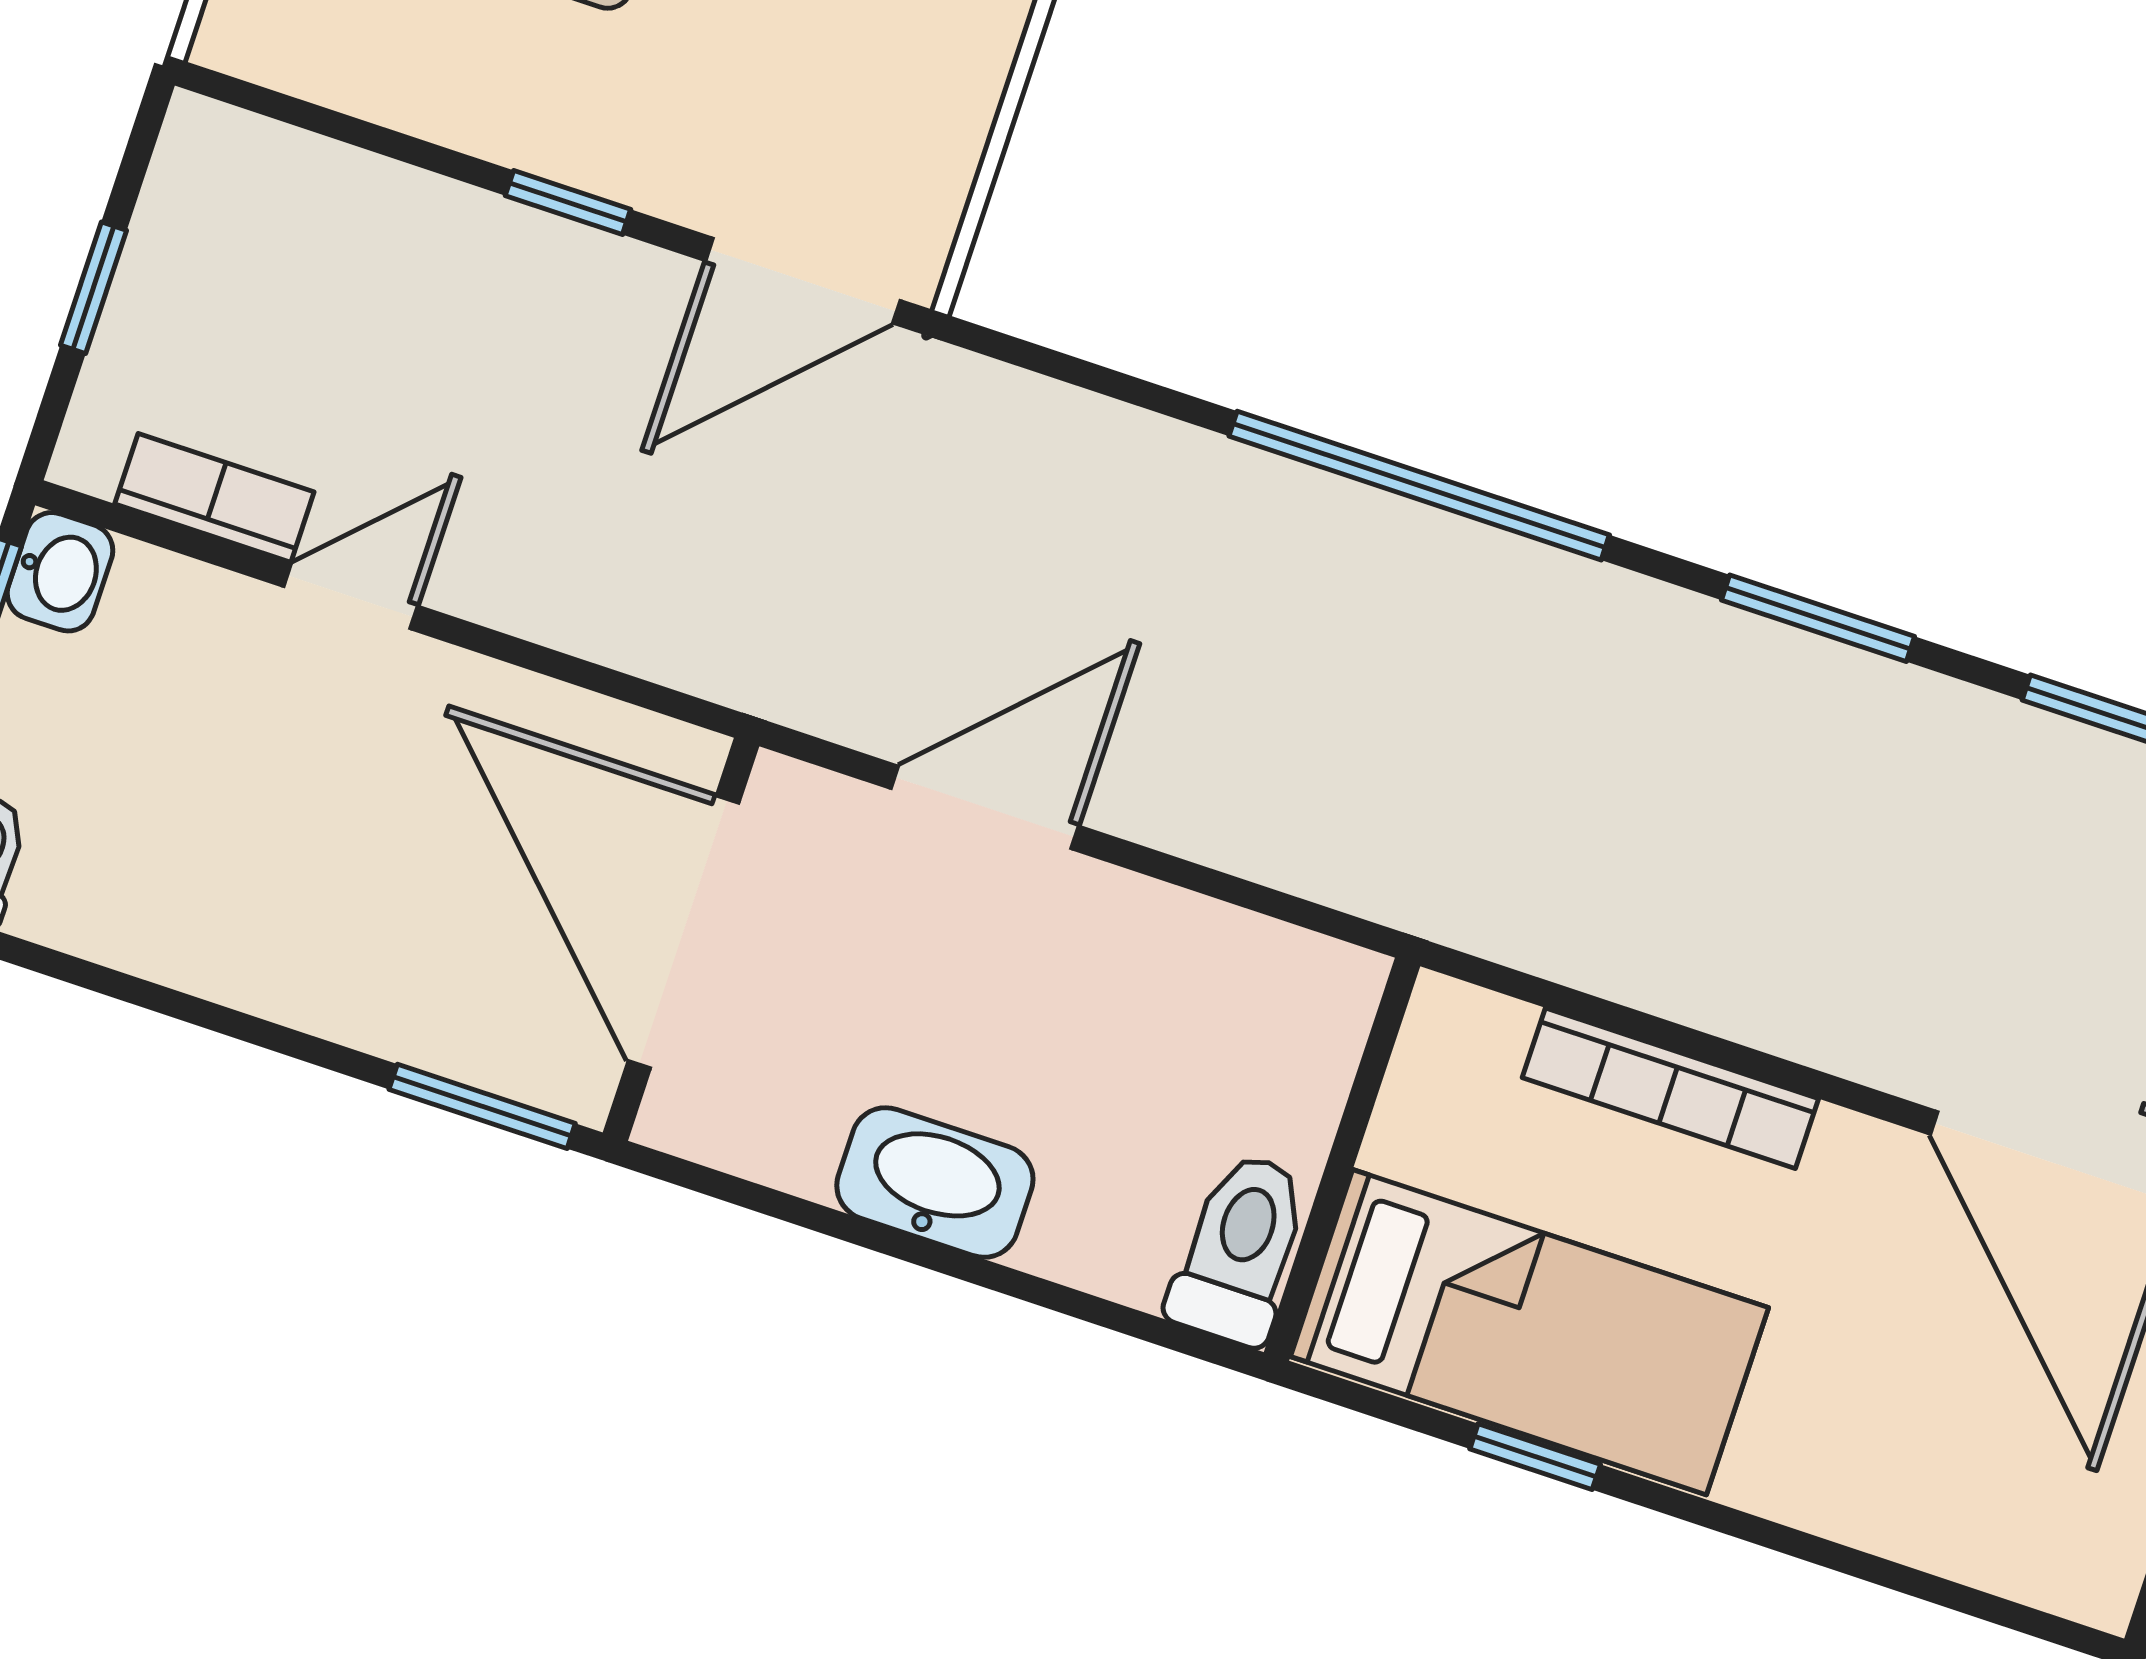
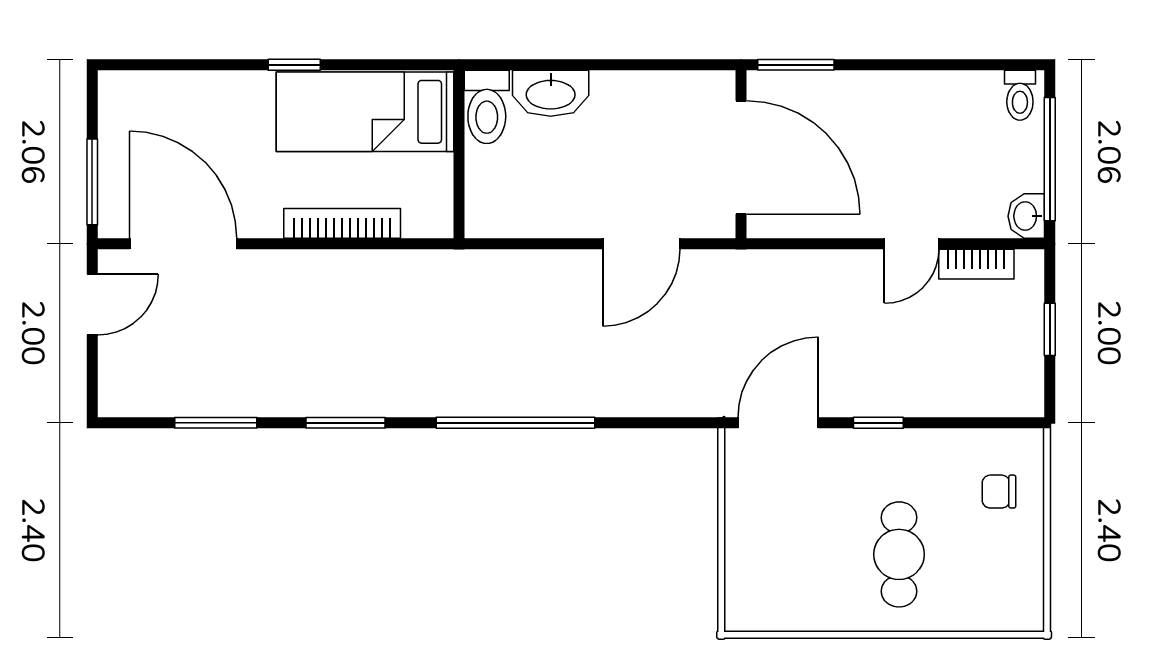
washbasin: (935, 1182) -> (551, 93), moved
window: (1535, 1457) -> (294, 65), moved

